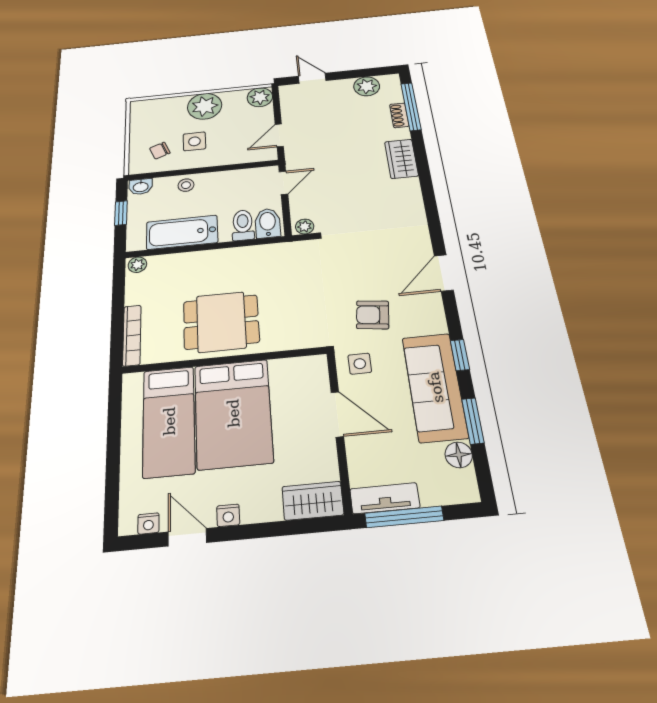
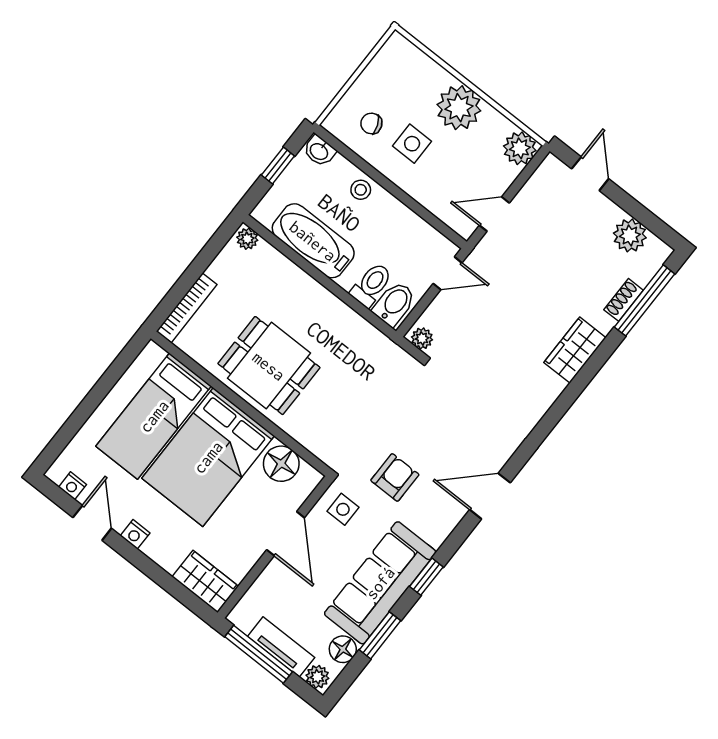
armchair: (373, 315) -> (395, 477), turned 83
floor lamp: (289, 373) -> (281, 464), added
plant: (462, 492) -> (317, 677), added
tv unit: (385, 498) -> (281, 647), moved

